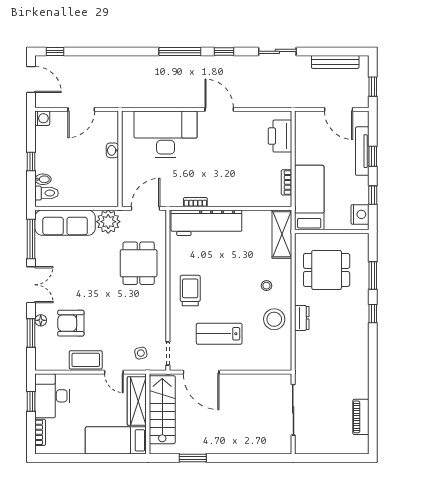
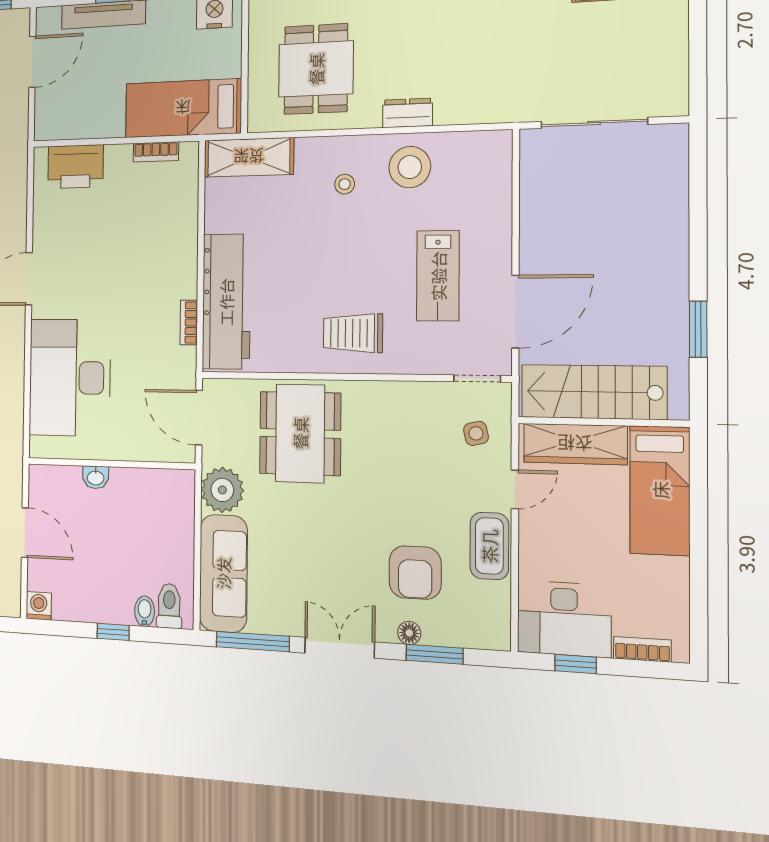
dining table: (139, 263) -> (300, 433), width x1.38

